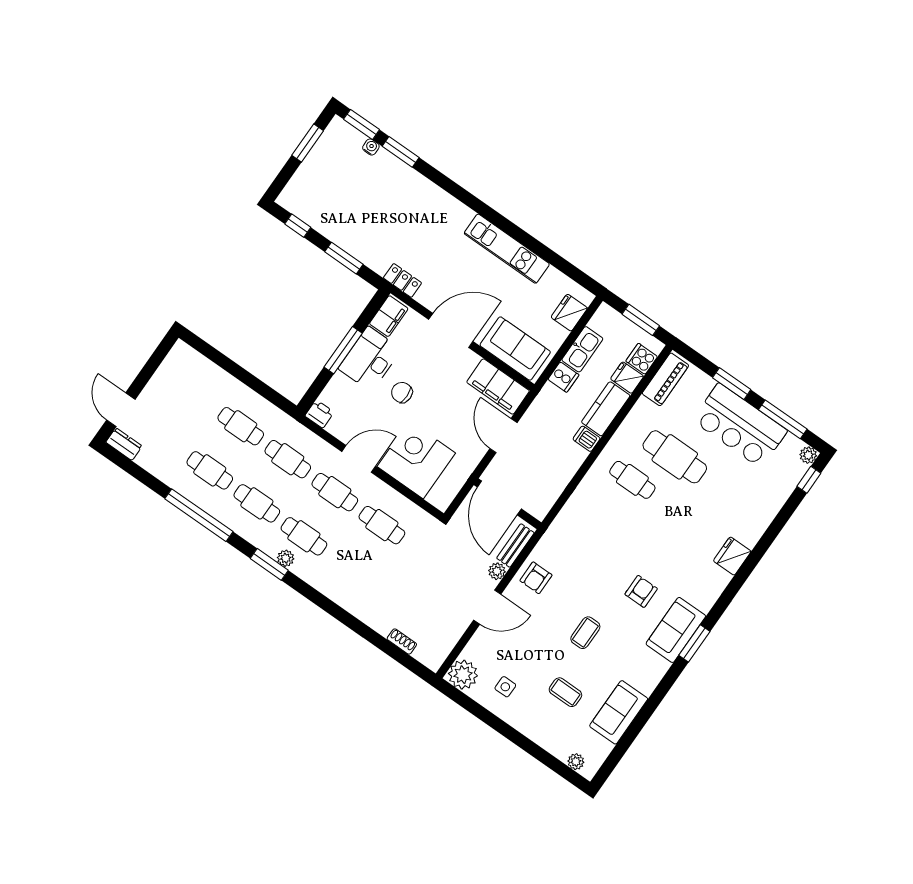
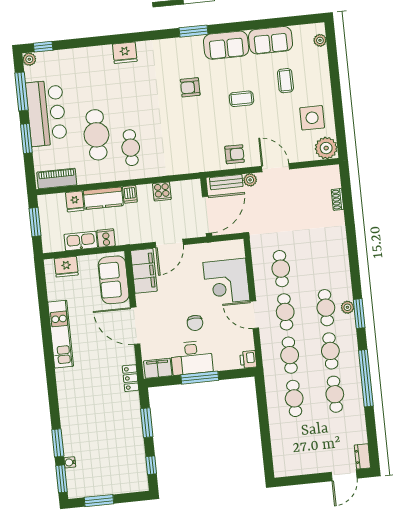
cooker: (642, 359) -> (162, 191), moved
sofa: (676, 630) -> (226, 45), moved
side table: (505, 687) -> (312, 118), width x1.87, depth x1.87

